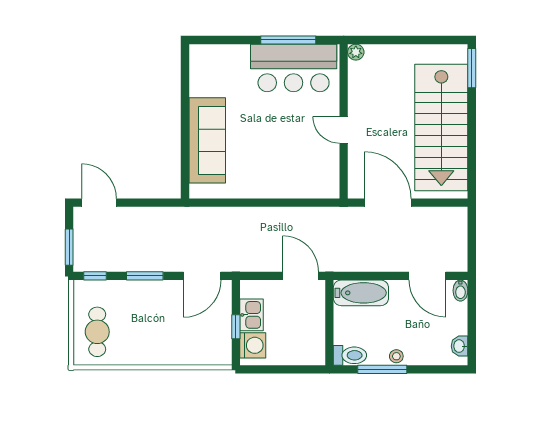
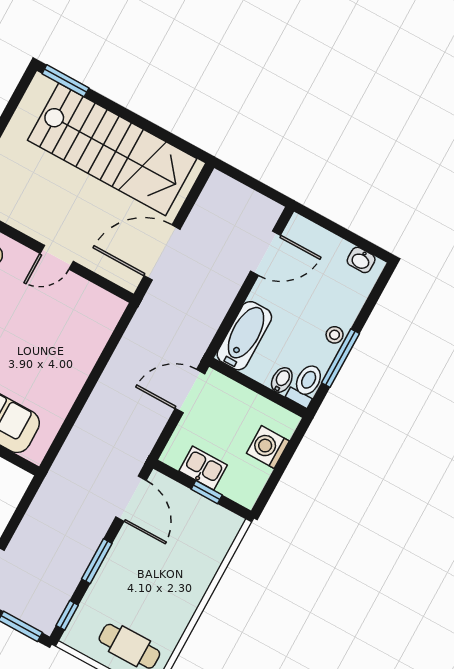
bidet: (460, 291) -> (282, 380), moved, turned -90
washing machine: (253, 345) -> (268, 447), moved, turned -90

